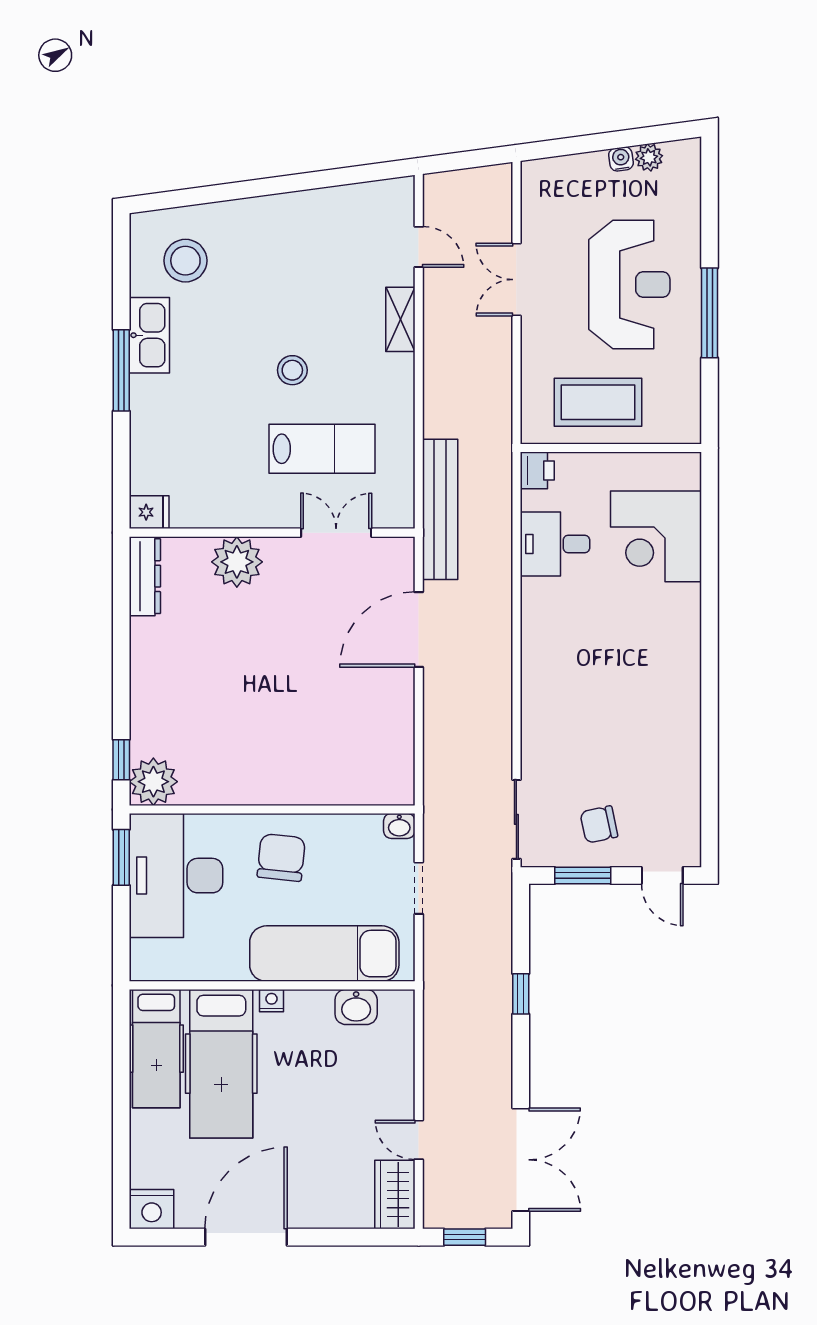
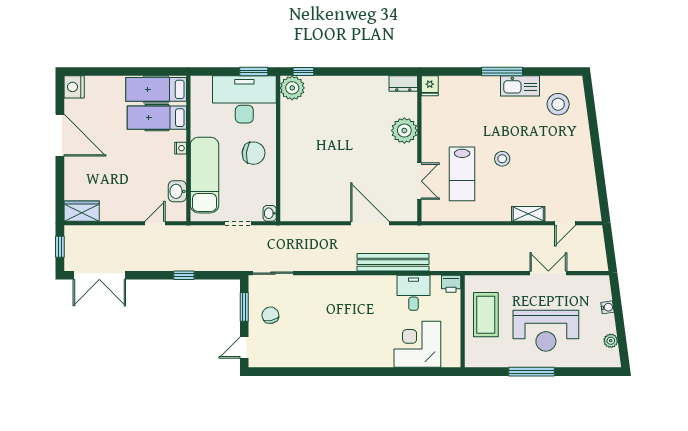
water cooler: (621, 159) -> (607, 307), moved
bench: (440, 509) -> (393, 262), moved
dresser: (145, 576) -> (403, 84), width x0.70
hospital bed: (221, 1064) -> (157, 118), width x0.73, depth x0.78
door: (419, 1140) -> (155, 223), moved

